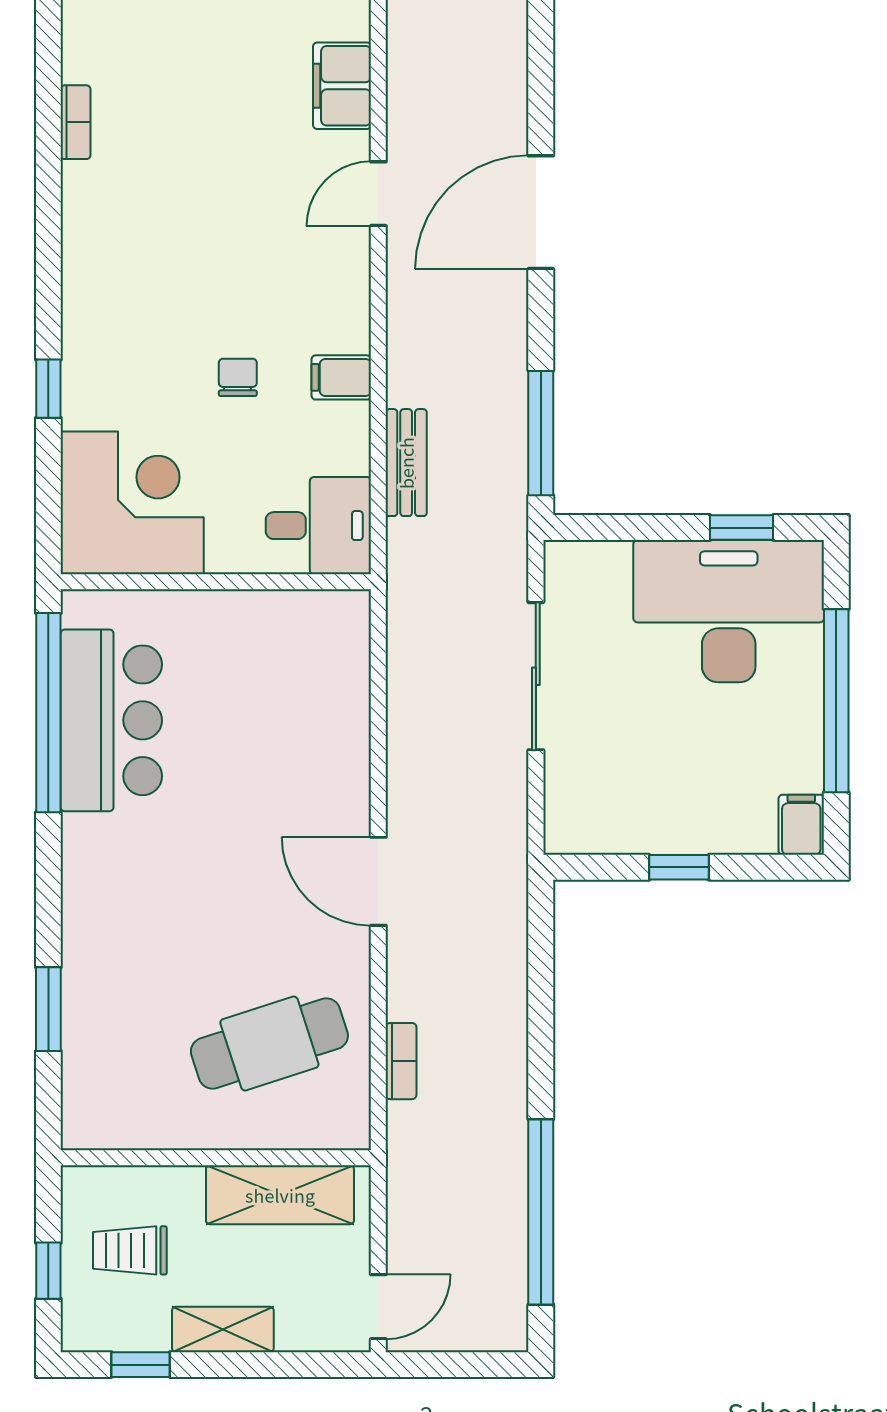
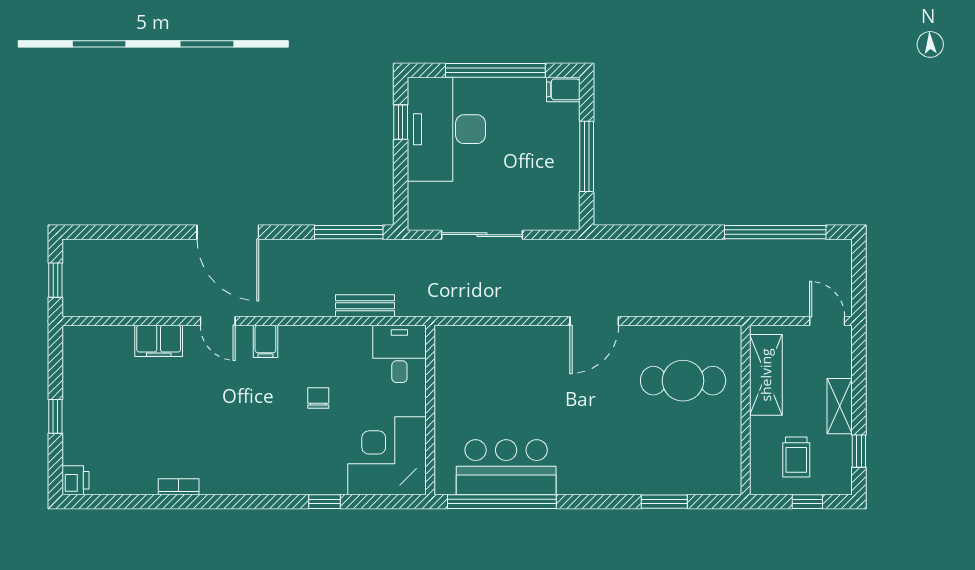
chair: (238, 377) -> (318, 398), turned 90
filing cabinet: (341, 377) -> (265, 341), moved
window: (679, 867) -> (587, 156), width x2.17
cafe table: (269, 1043) -> (683, 381), turned -72
bookcase: (401, 1061) -> (693, 309), removed

